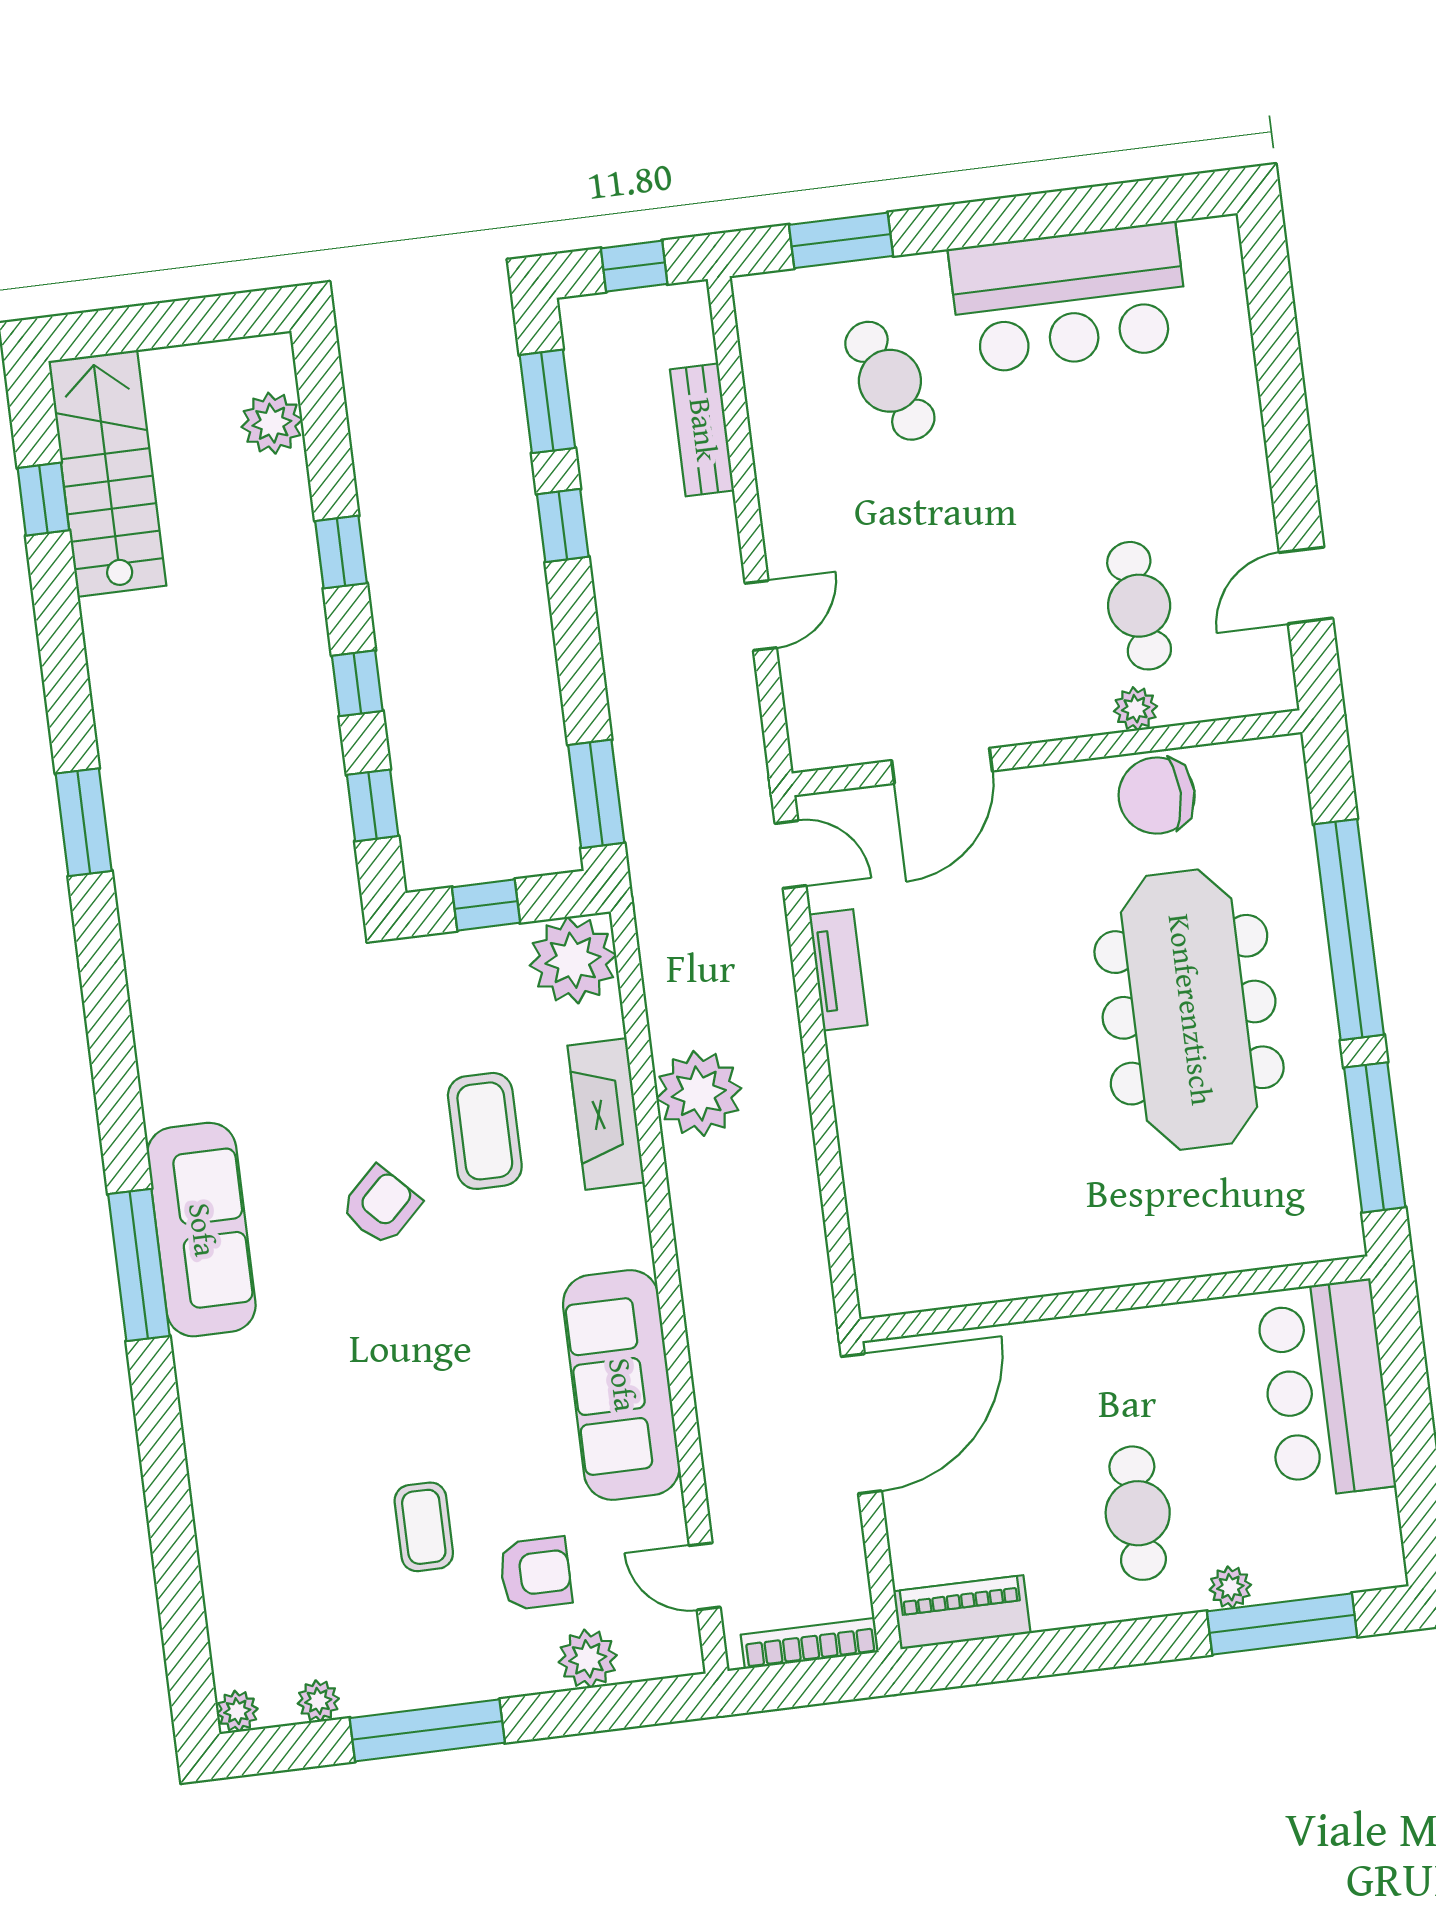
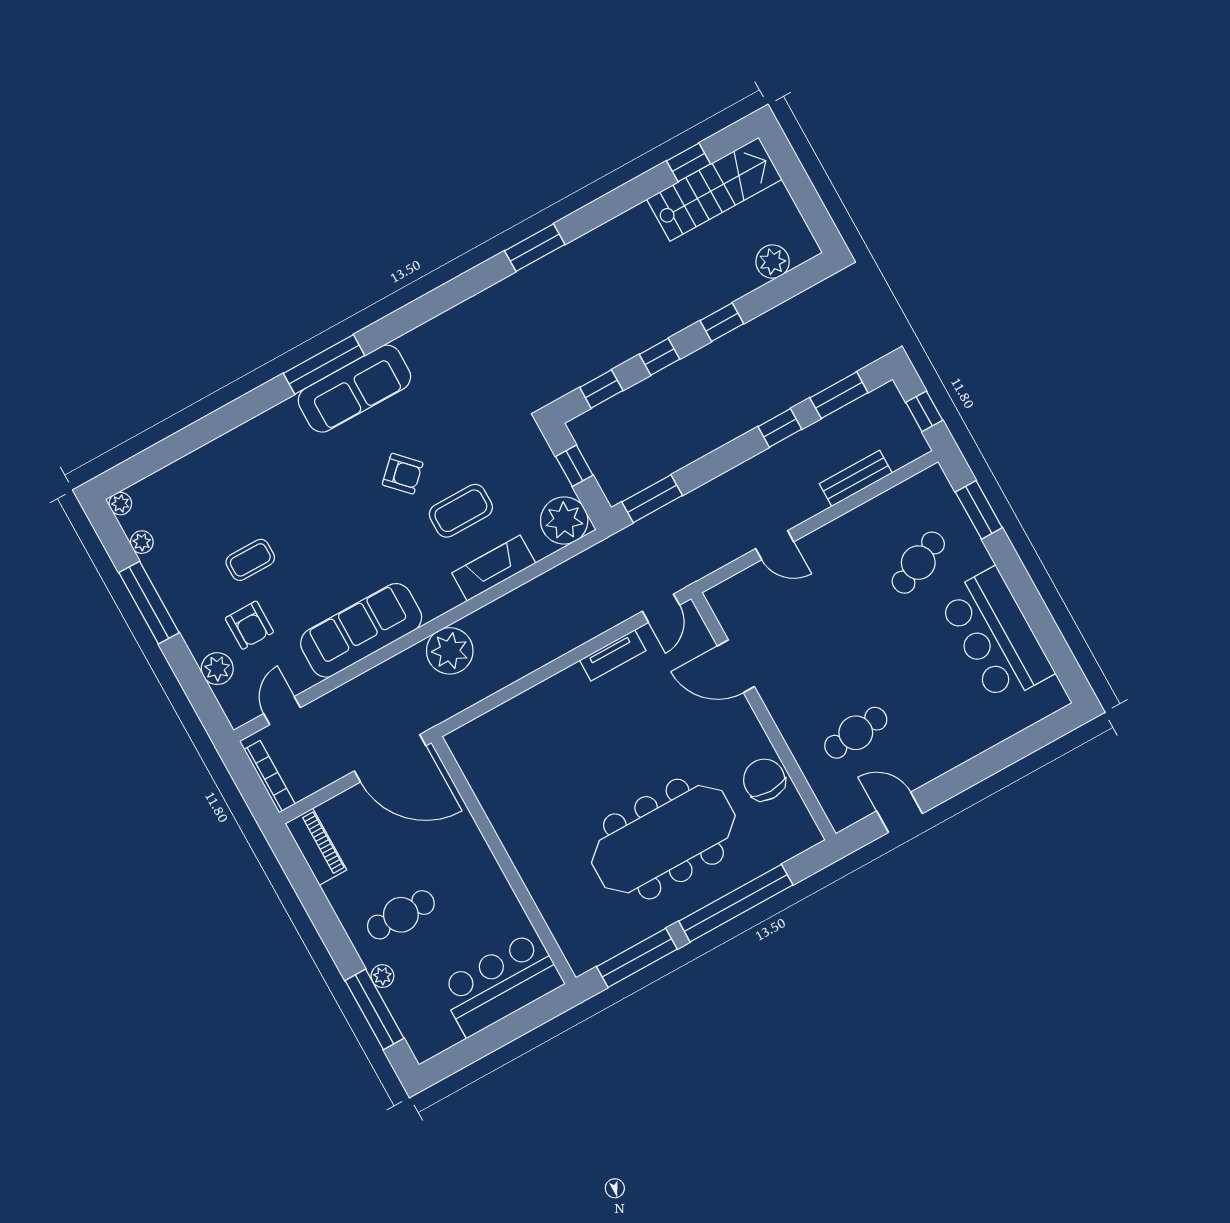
plant: (1136, 709) -> (803, 752), removed
plant: (699, 1093) -> (450, 651), moved

